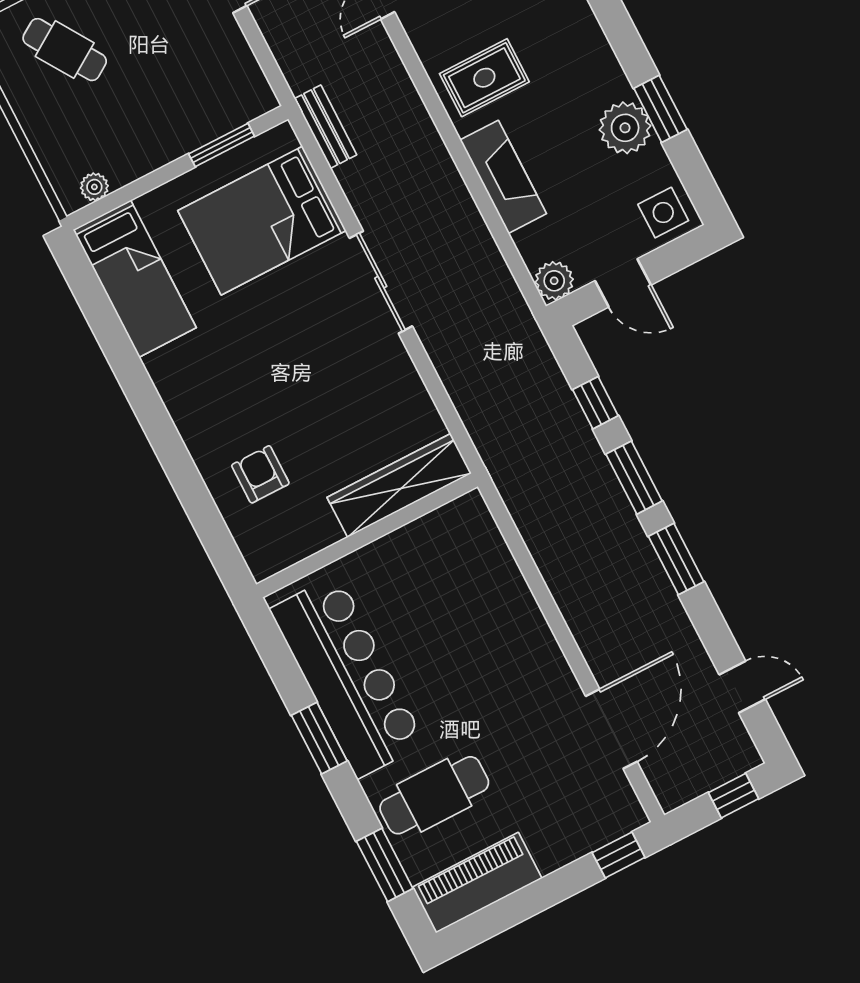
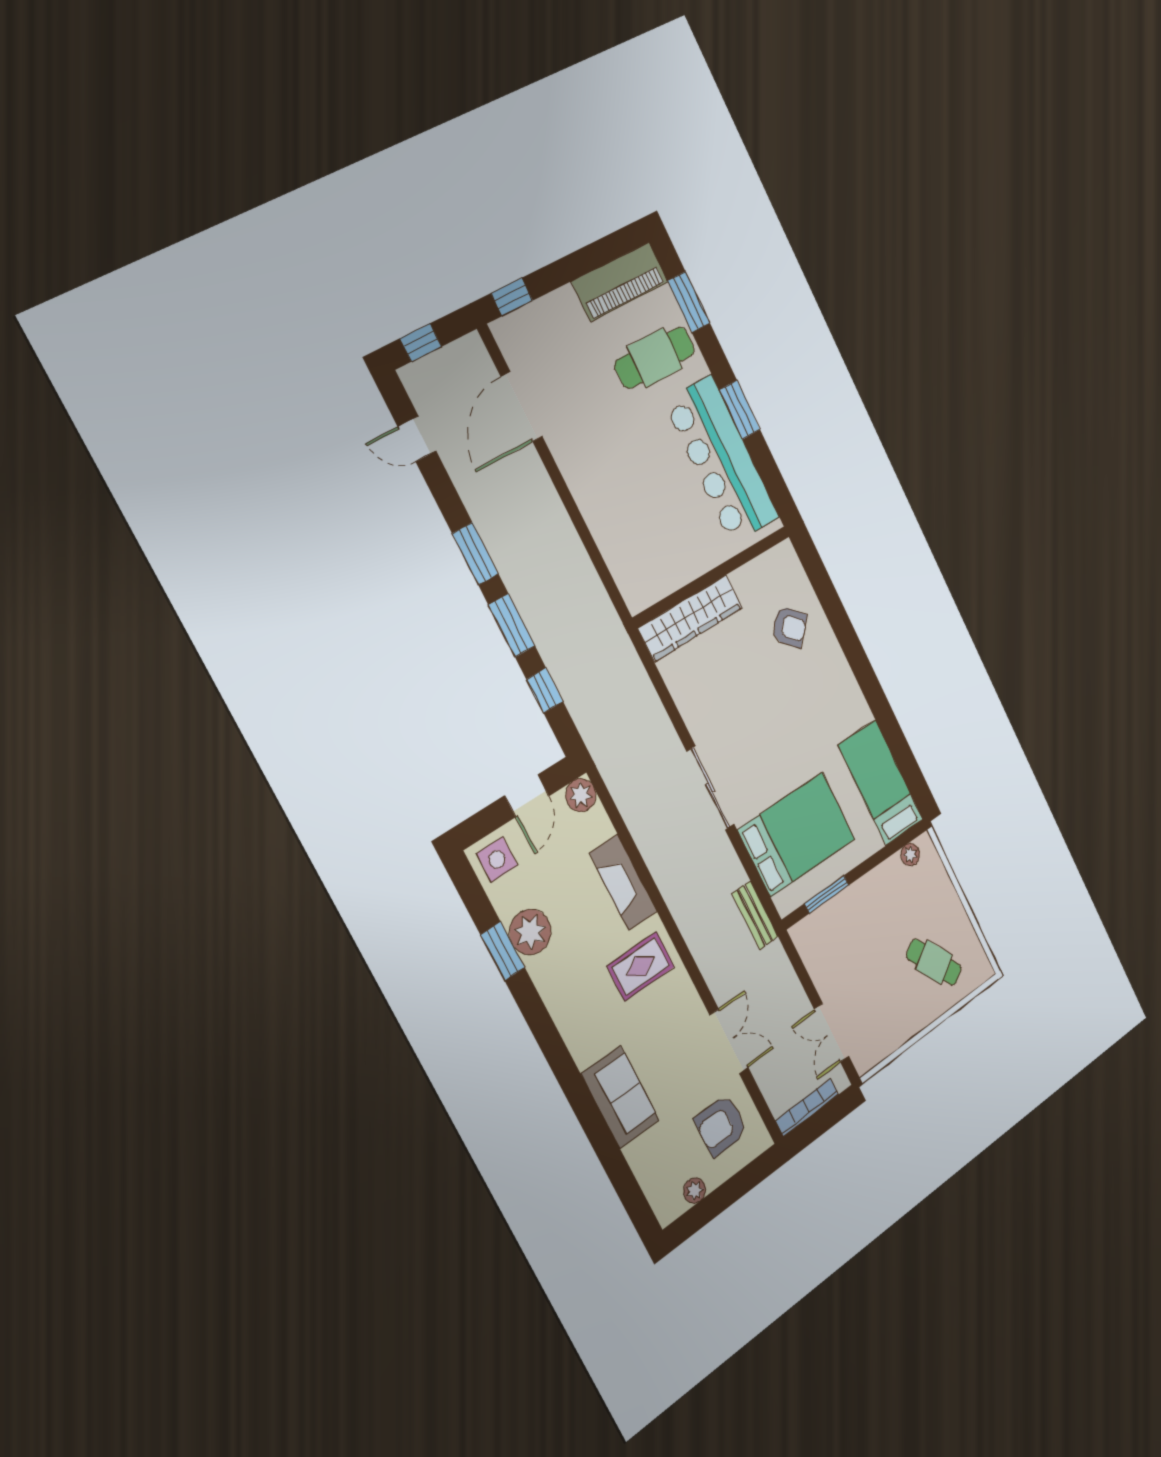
door: (623, 283) -> (527, 796), swing flipped
armchair: (260, 474) -> (789, 627), turned -47

